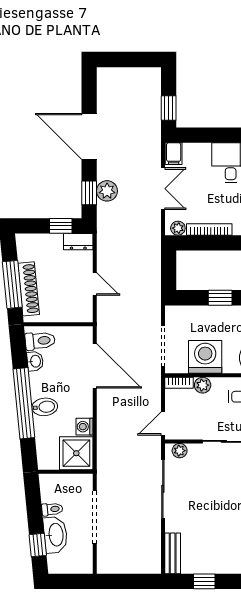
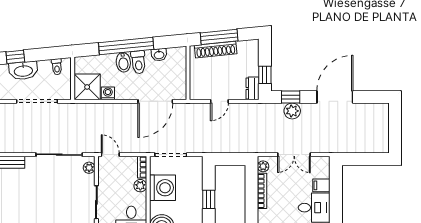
window: (169, 108) -> (357, 159), removed
filing cabinet: (174, 154) -> (321, 185), moved
toilet: (40, 341) -> (138, 62), moved
toilet: (52, 509) -> (57, 67), moved

